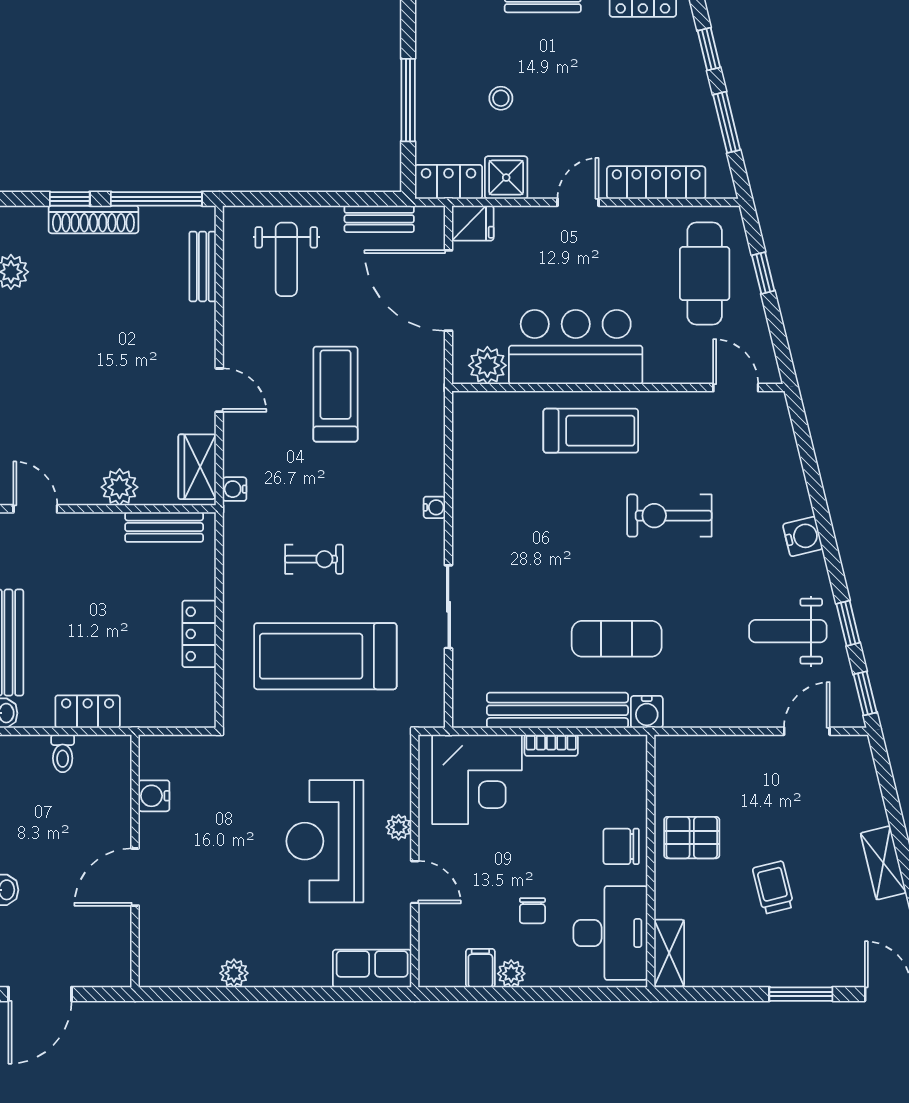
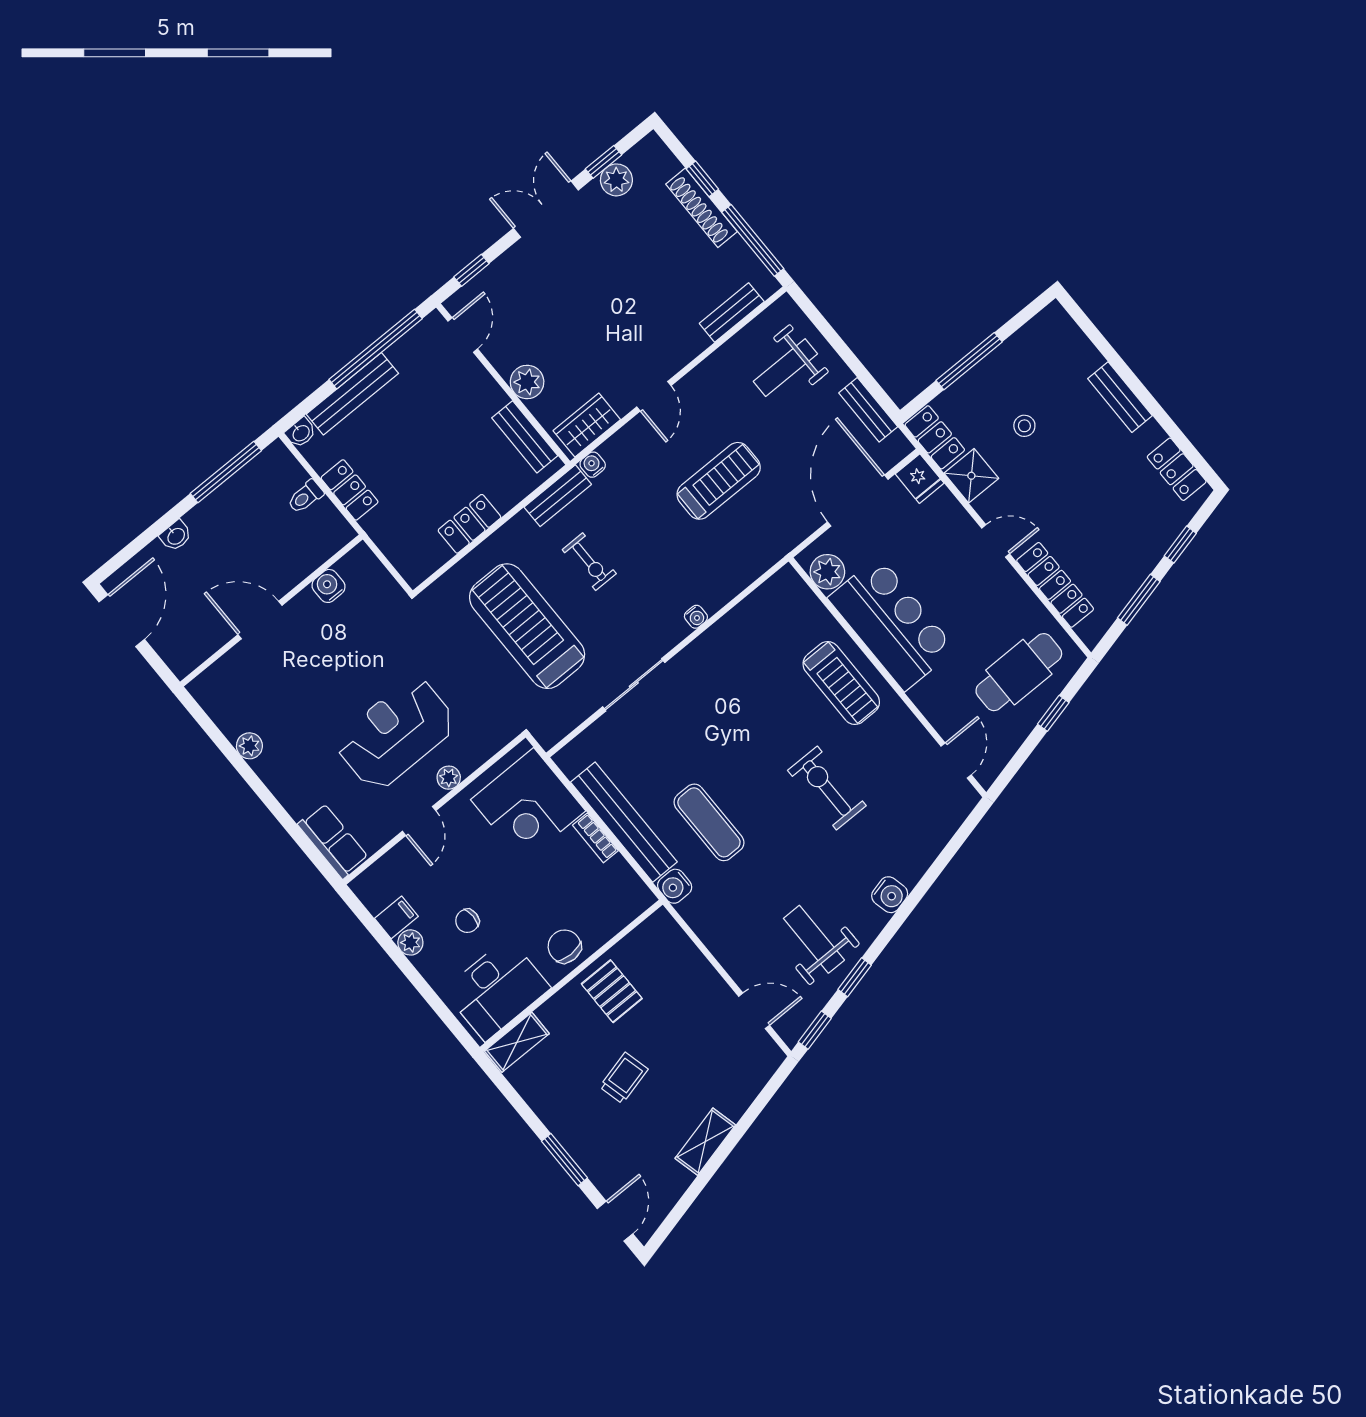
bench: (237, 540) -> (558, 496), added
door: (40, 994) -> (122, 621), swing flipped

